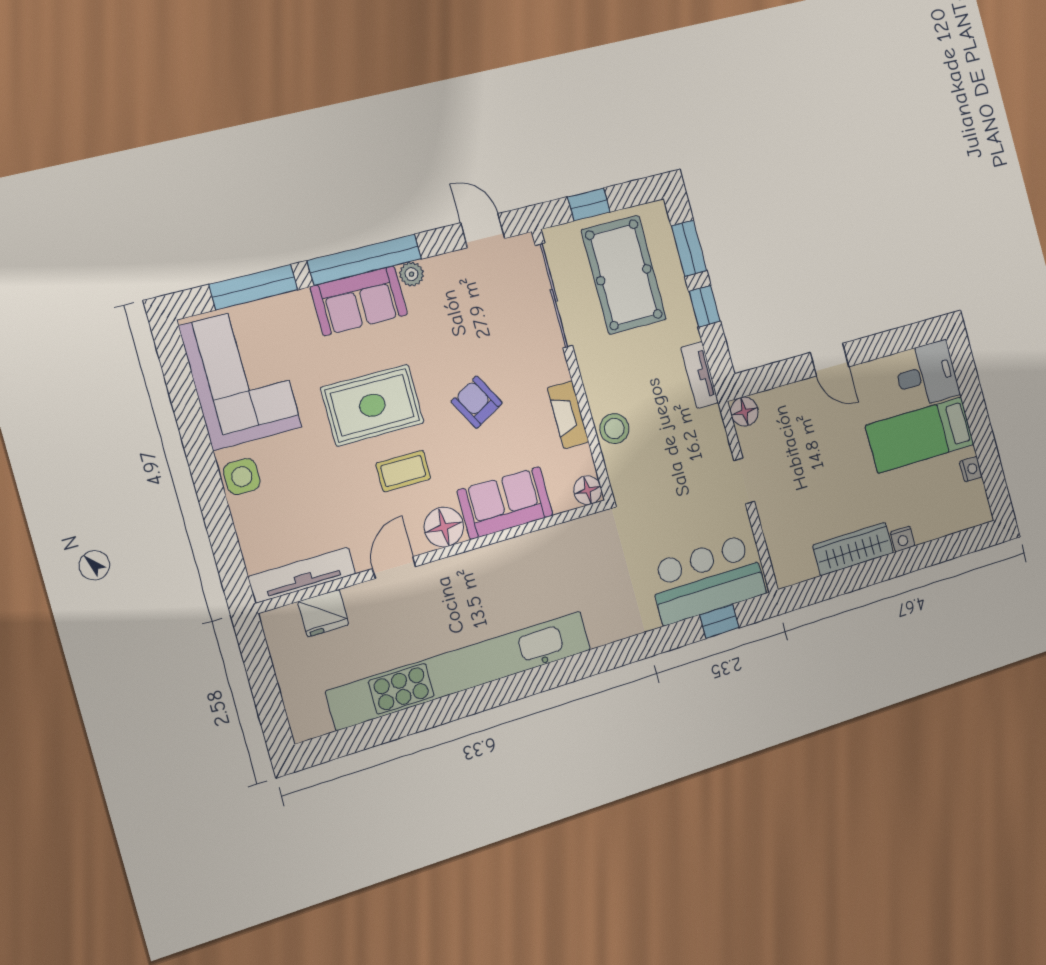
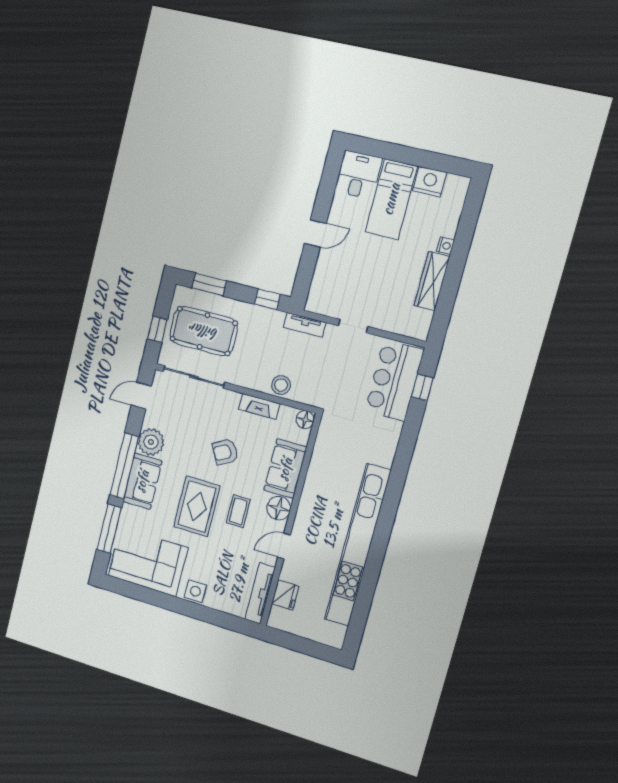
plant: (412, 274) -> (151, 442), width x1.88, depth x1.88
window: (705, 306) -> (267, 299), moved
tv unit: (700, 375) -> (305, 325), moved
floor lamp: (744, 411) -> (315, 303), removed
nightstand: (971, 469) -> (430, 182), width x1.89, depth x1.79
door: (394, 568) -> (284, 546), hinge flipped

